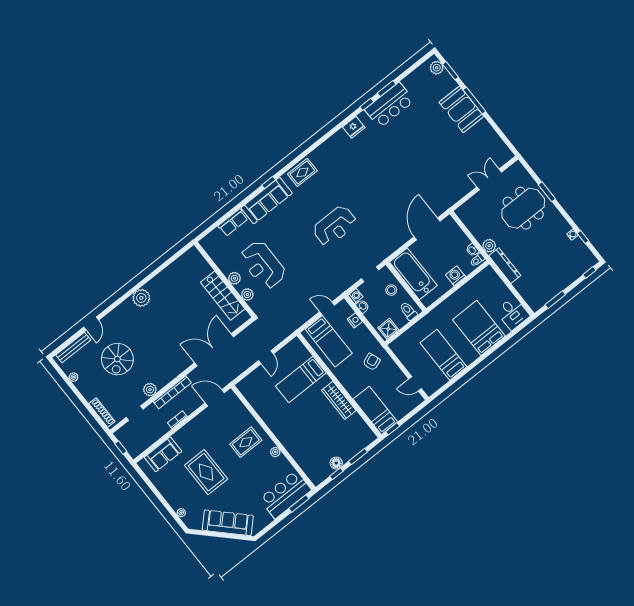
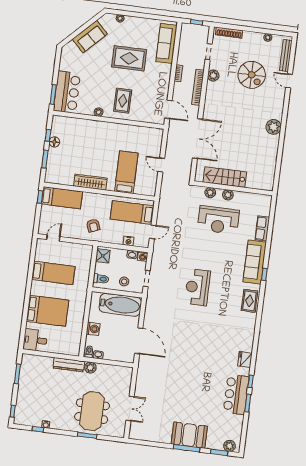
reception desk: (263, 265) -> (218, 220), turned 180
spiral stairs: (117, 359) -> (252, 75), turned 180
door: (215, 398) -> (168, 109), hinge flipped
sofa: (163, 454) -> (166, 43), width x1.36
sofa: (228, 523) -> (90, 37), width x0.73

